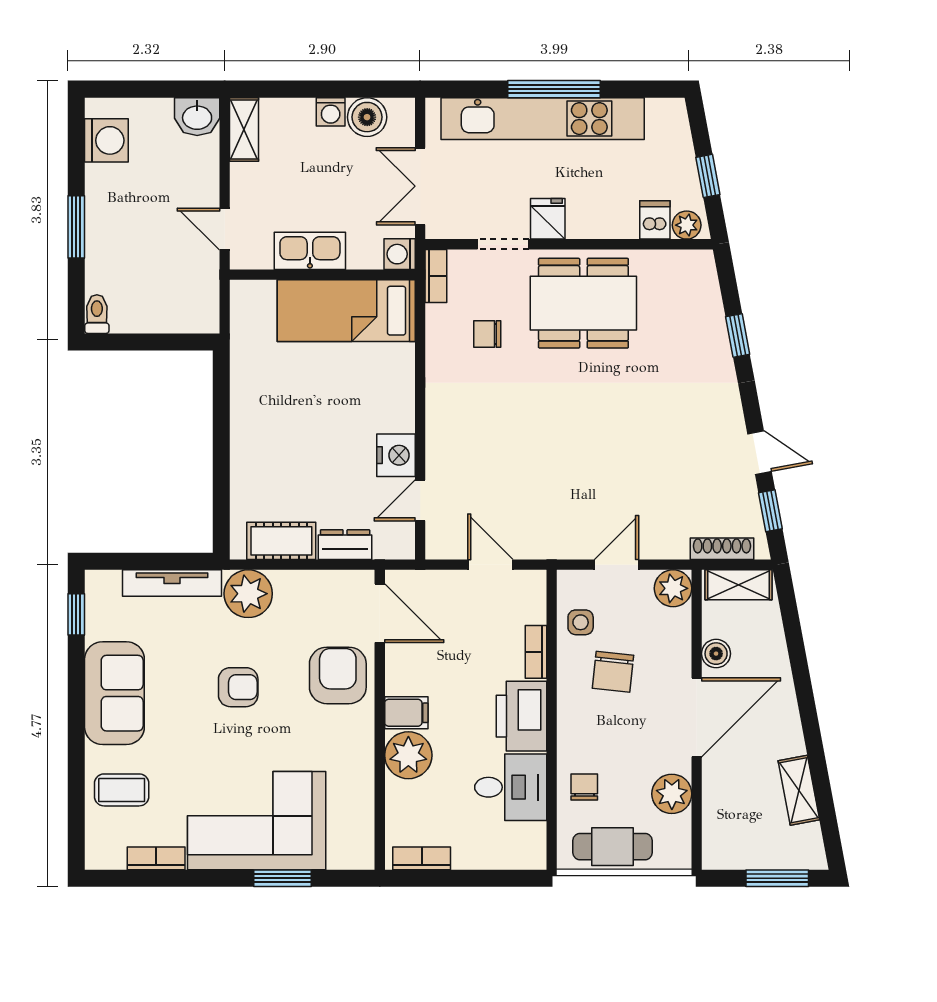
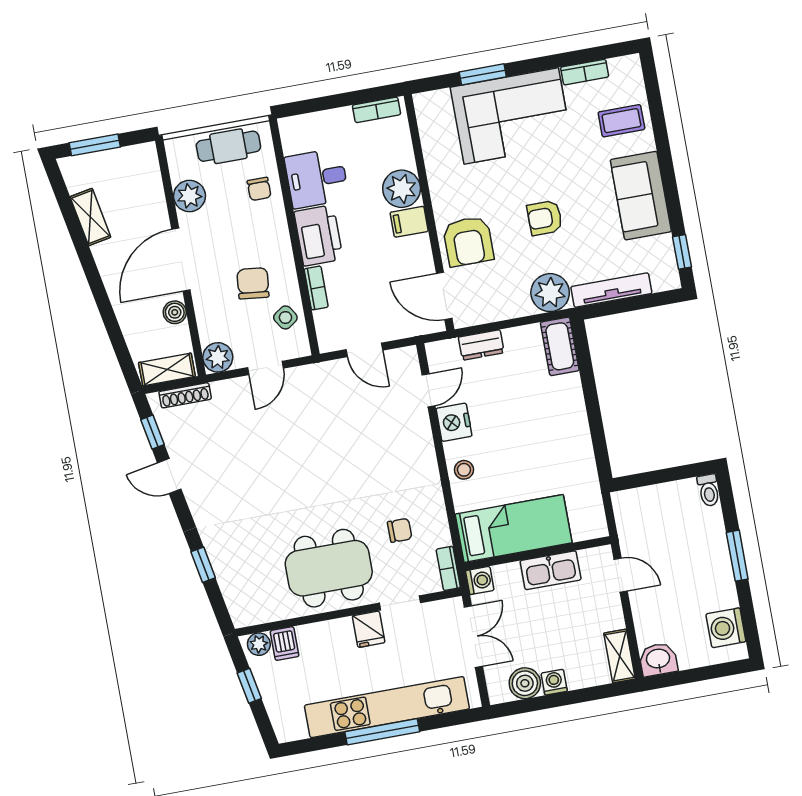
stool: (394, 394) -> (464, 470), added
cot: (281, 541) -> (560, 346), moved, turned 90
side table: (581, 622) -> (285, 317), turned -34

